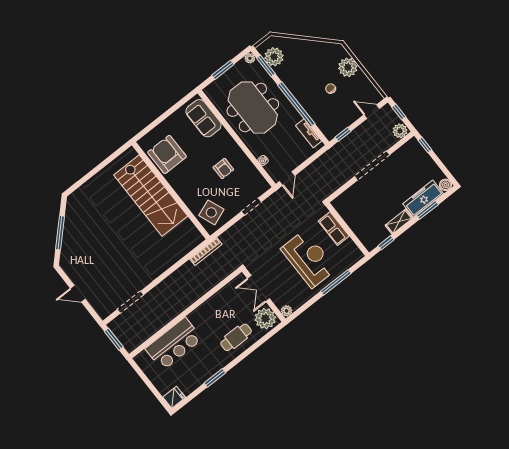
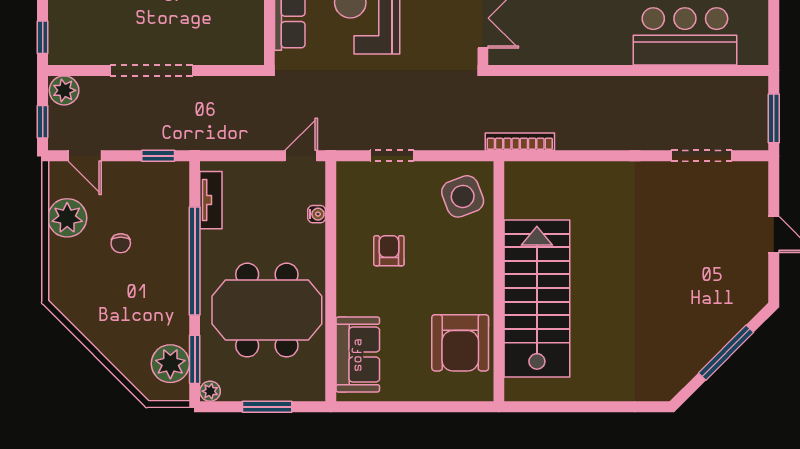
plant: (348, 67) -> (67, 218), moved
meeting table: (253, 108) -> (267, 310), turned 90

